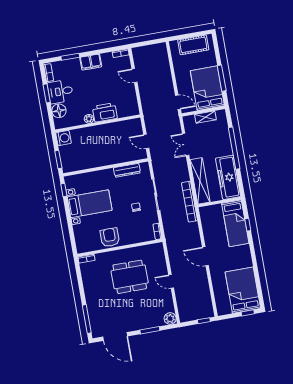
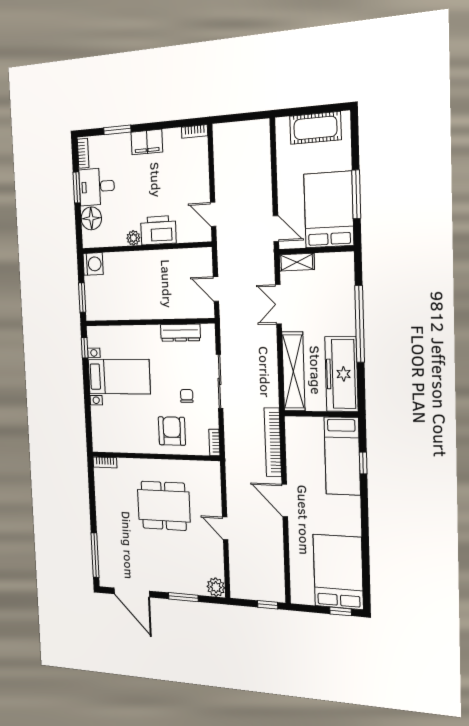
door: (134, 76) -> (213, 214), moved
shelving: (205, 117) -> (297, 262), moved
bookcase: (189, 202) -> (273, 442), moved
armchair: (110, 237) -> (172, 431), moved

